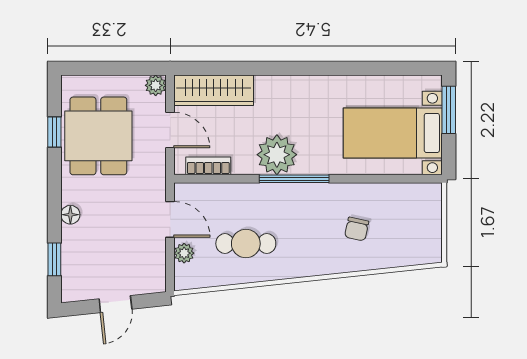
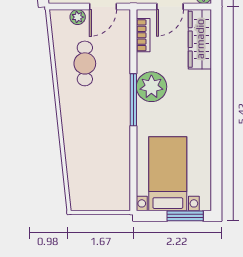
chair: (357, 229) -> (96, 147), removed

